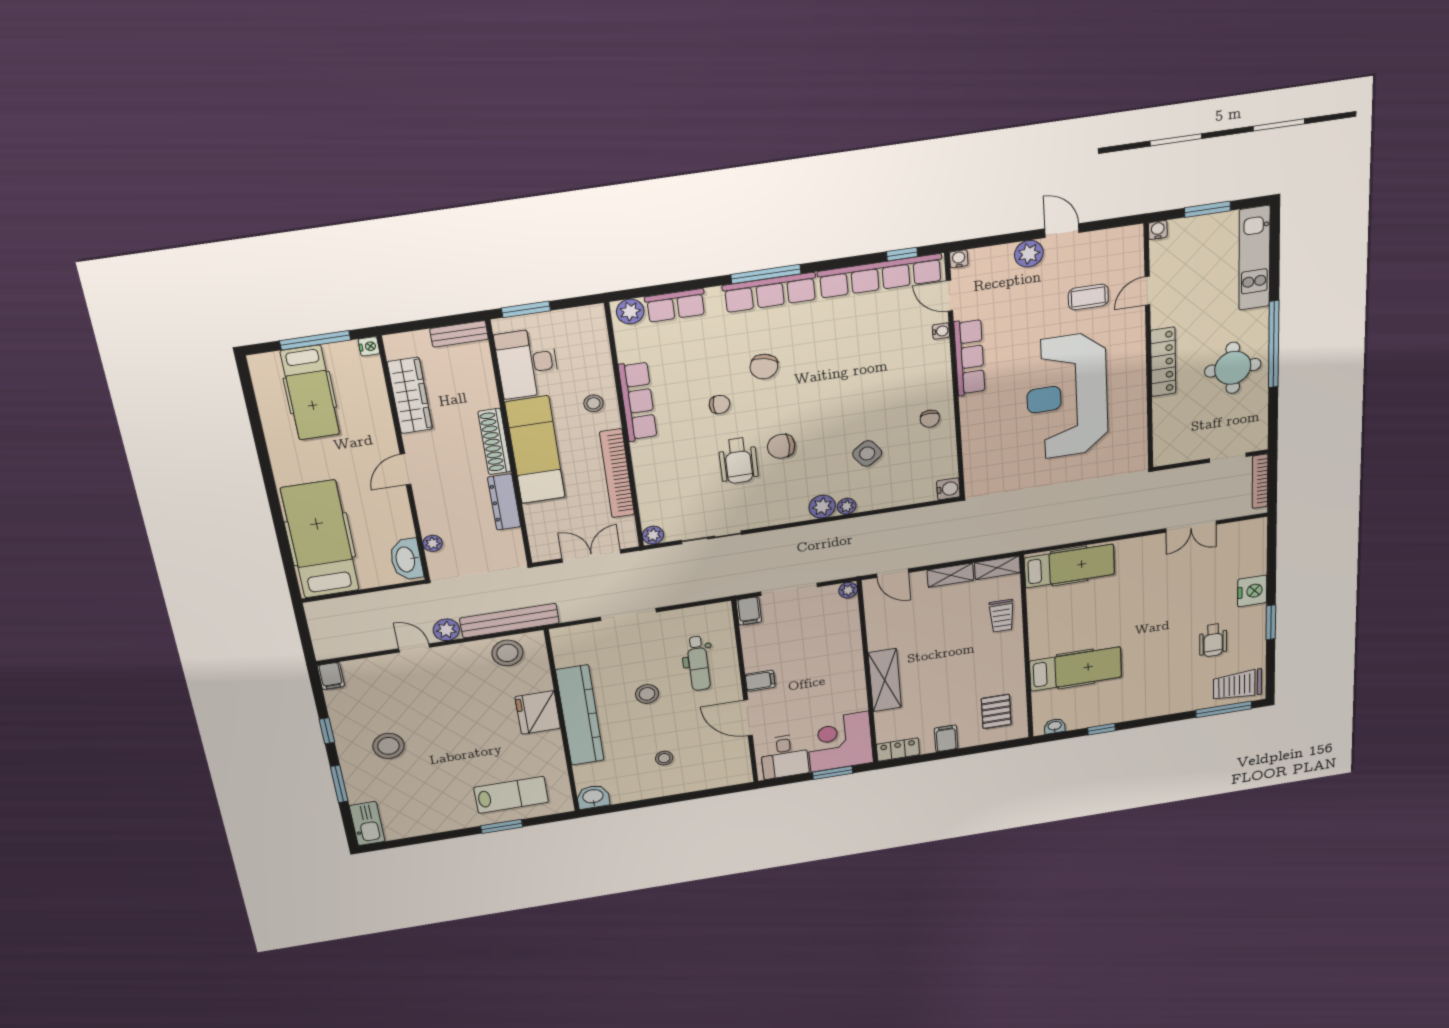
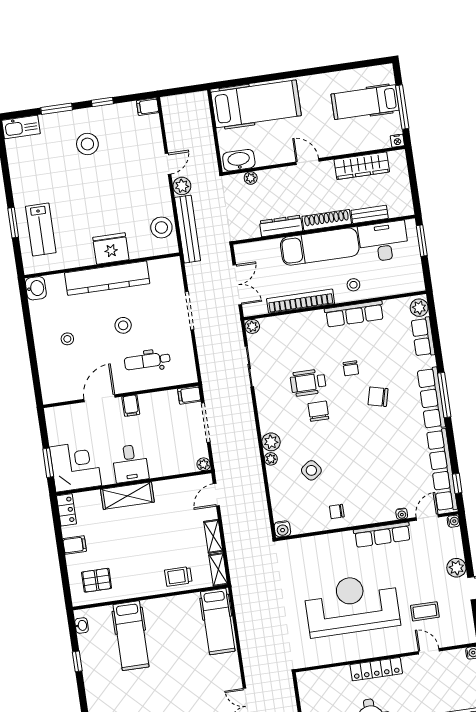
coffee table: (1088, 297) -> (425, 611), turned 90
bench: (459, 334) -> (370, 214), moved, turned 90
desk: (785, 756) -> (130, 463), moved, turned -90

